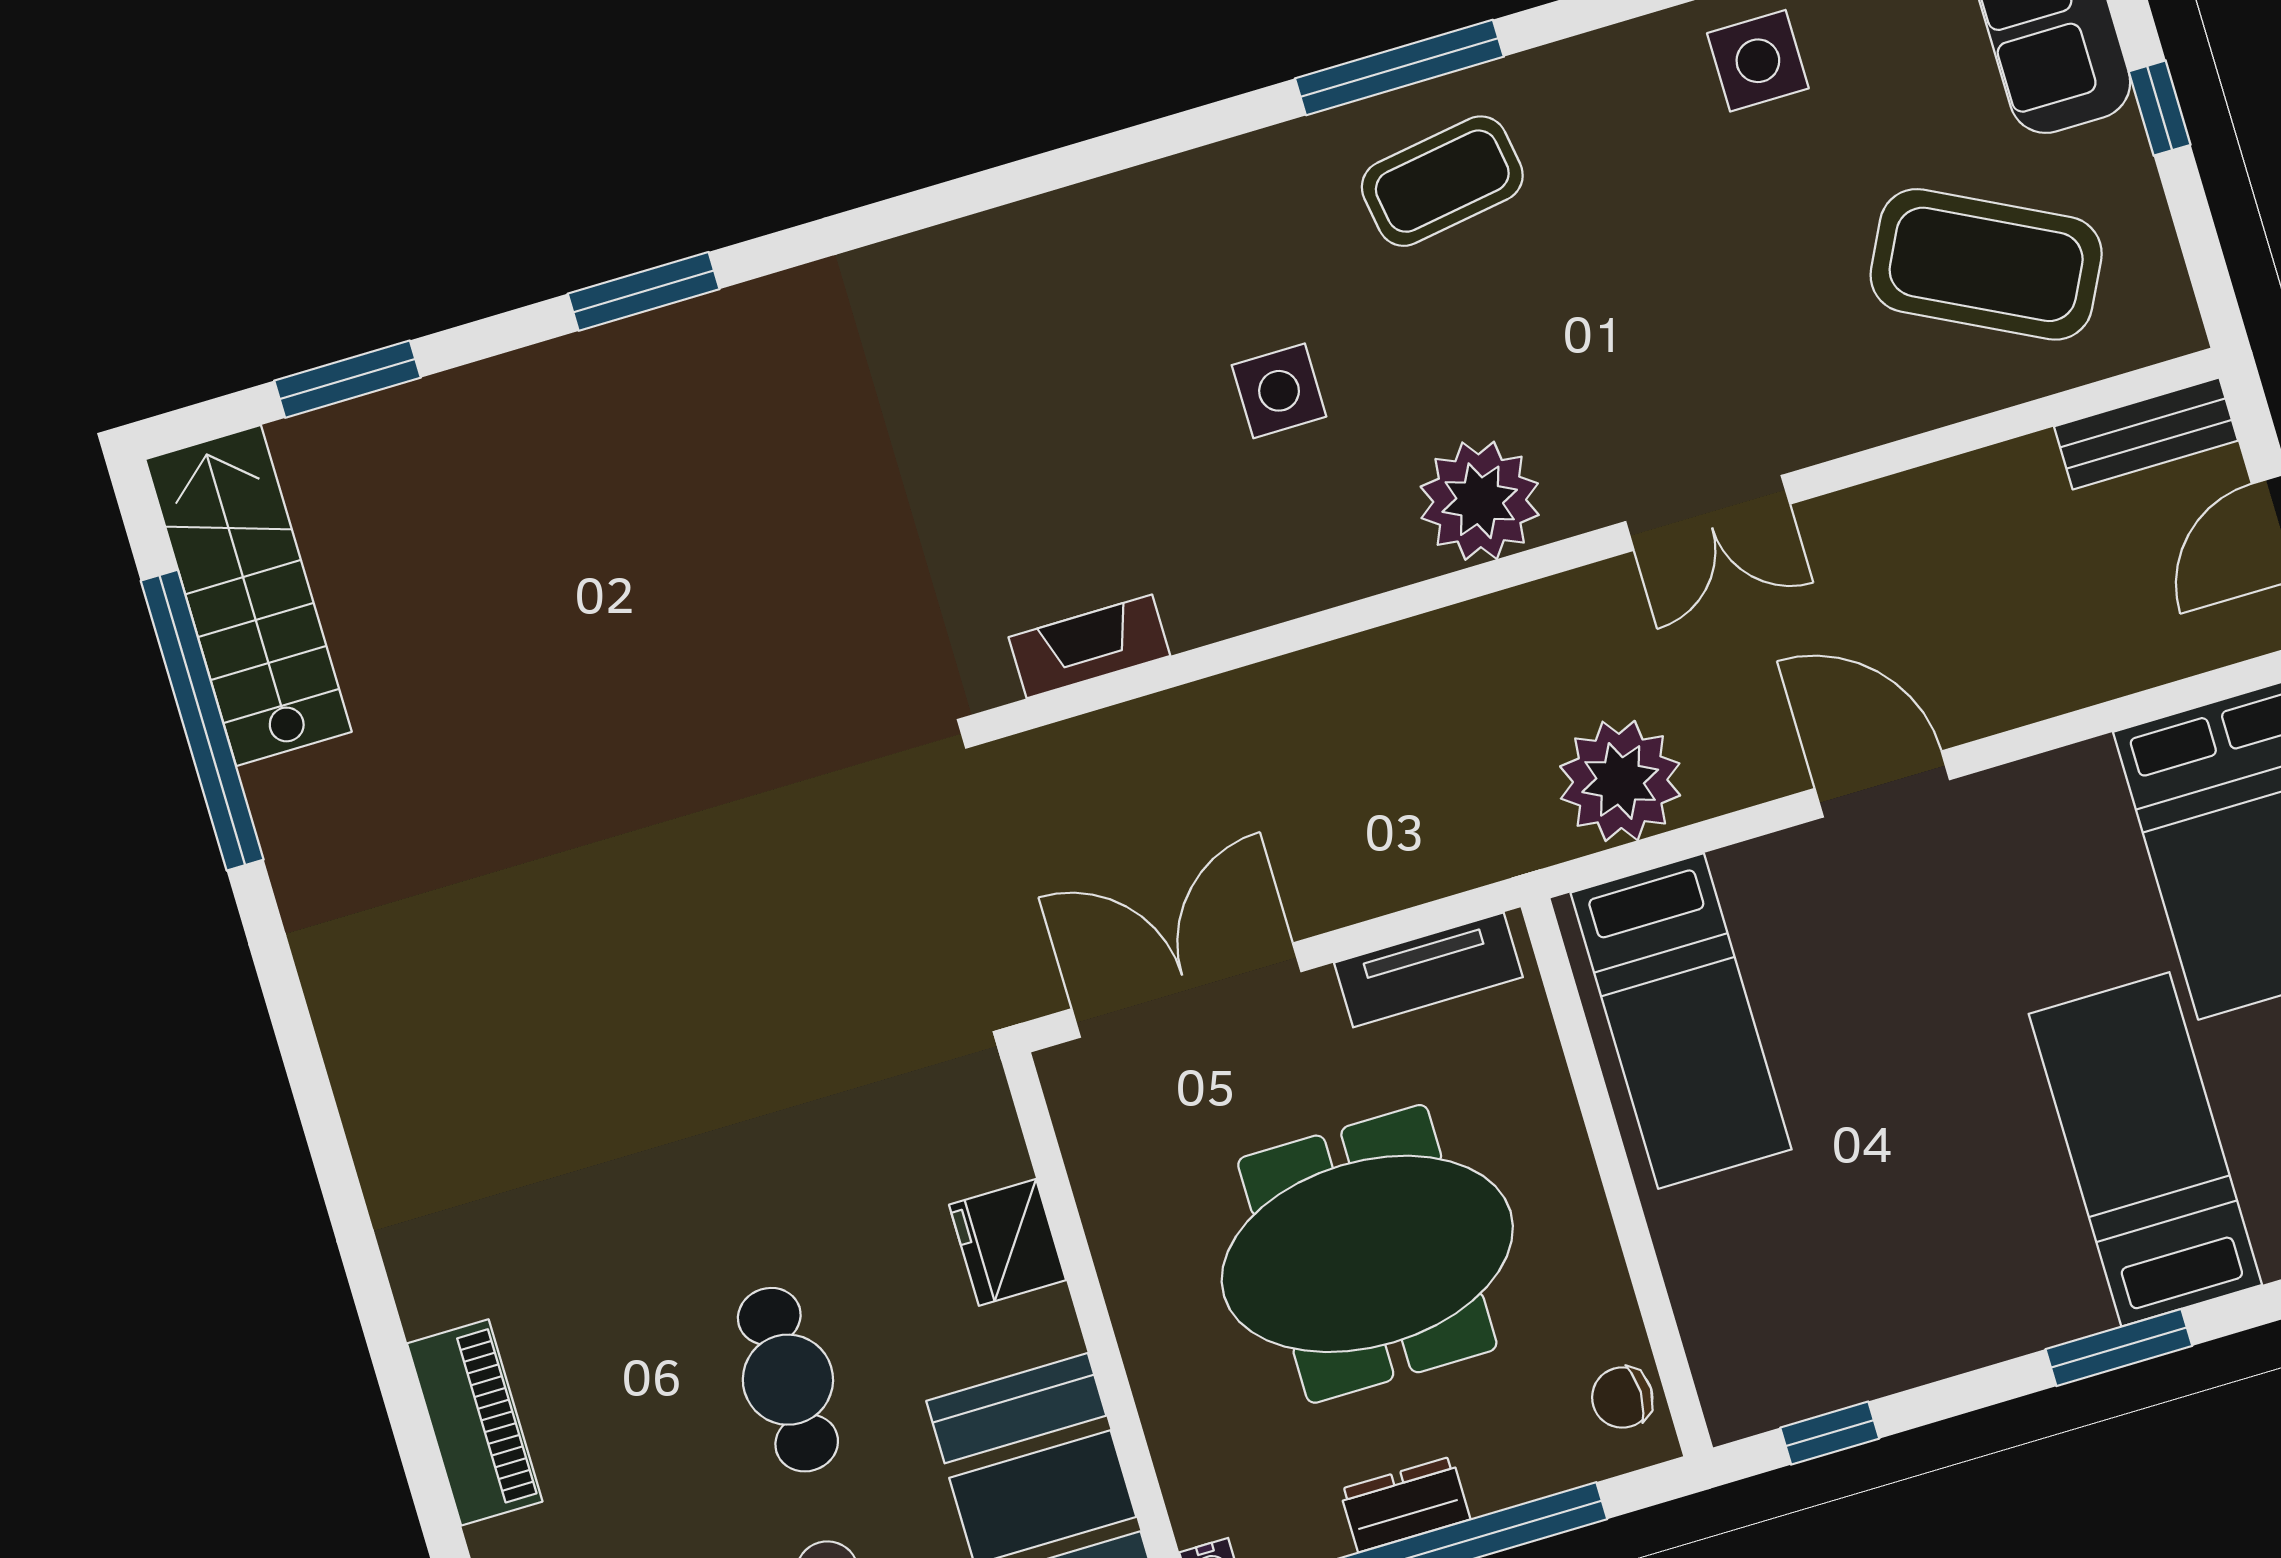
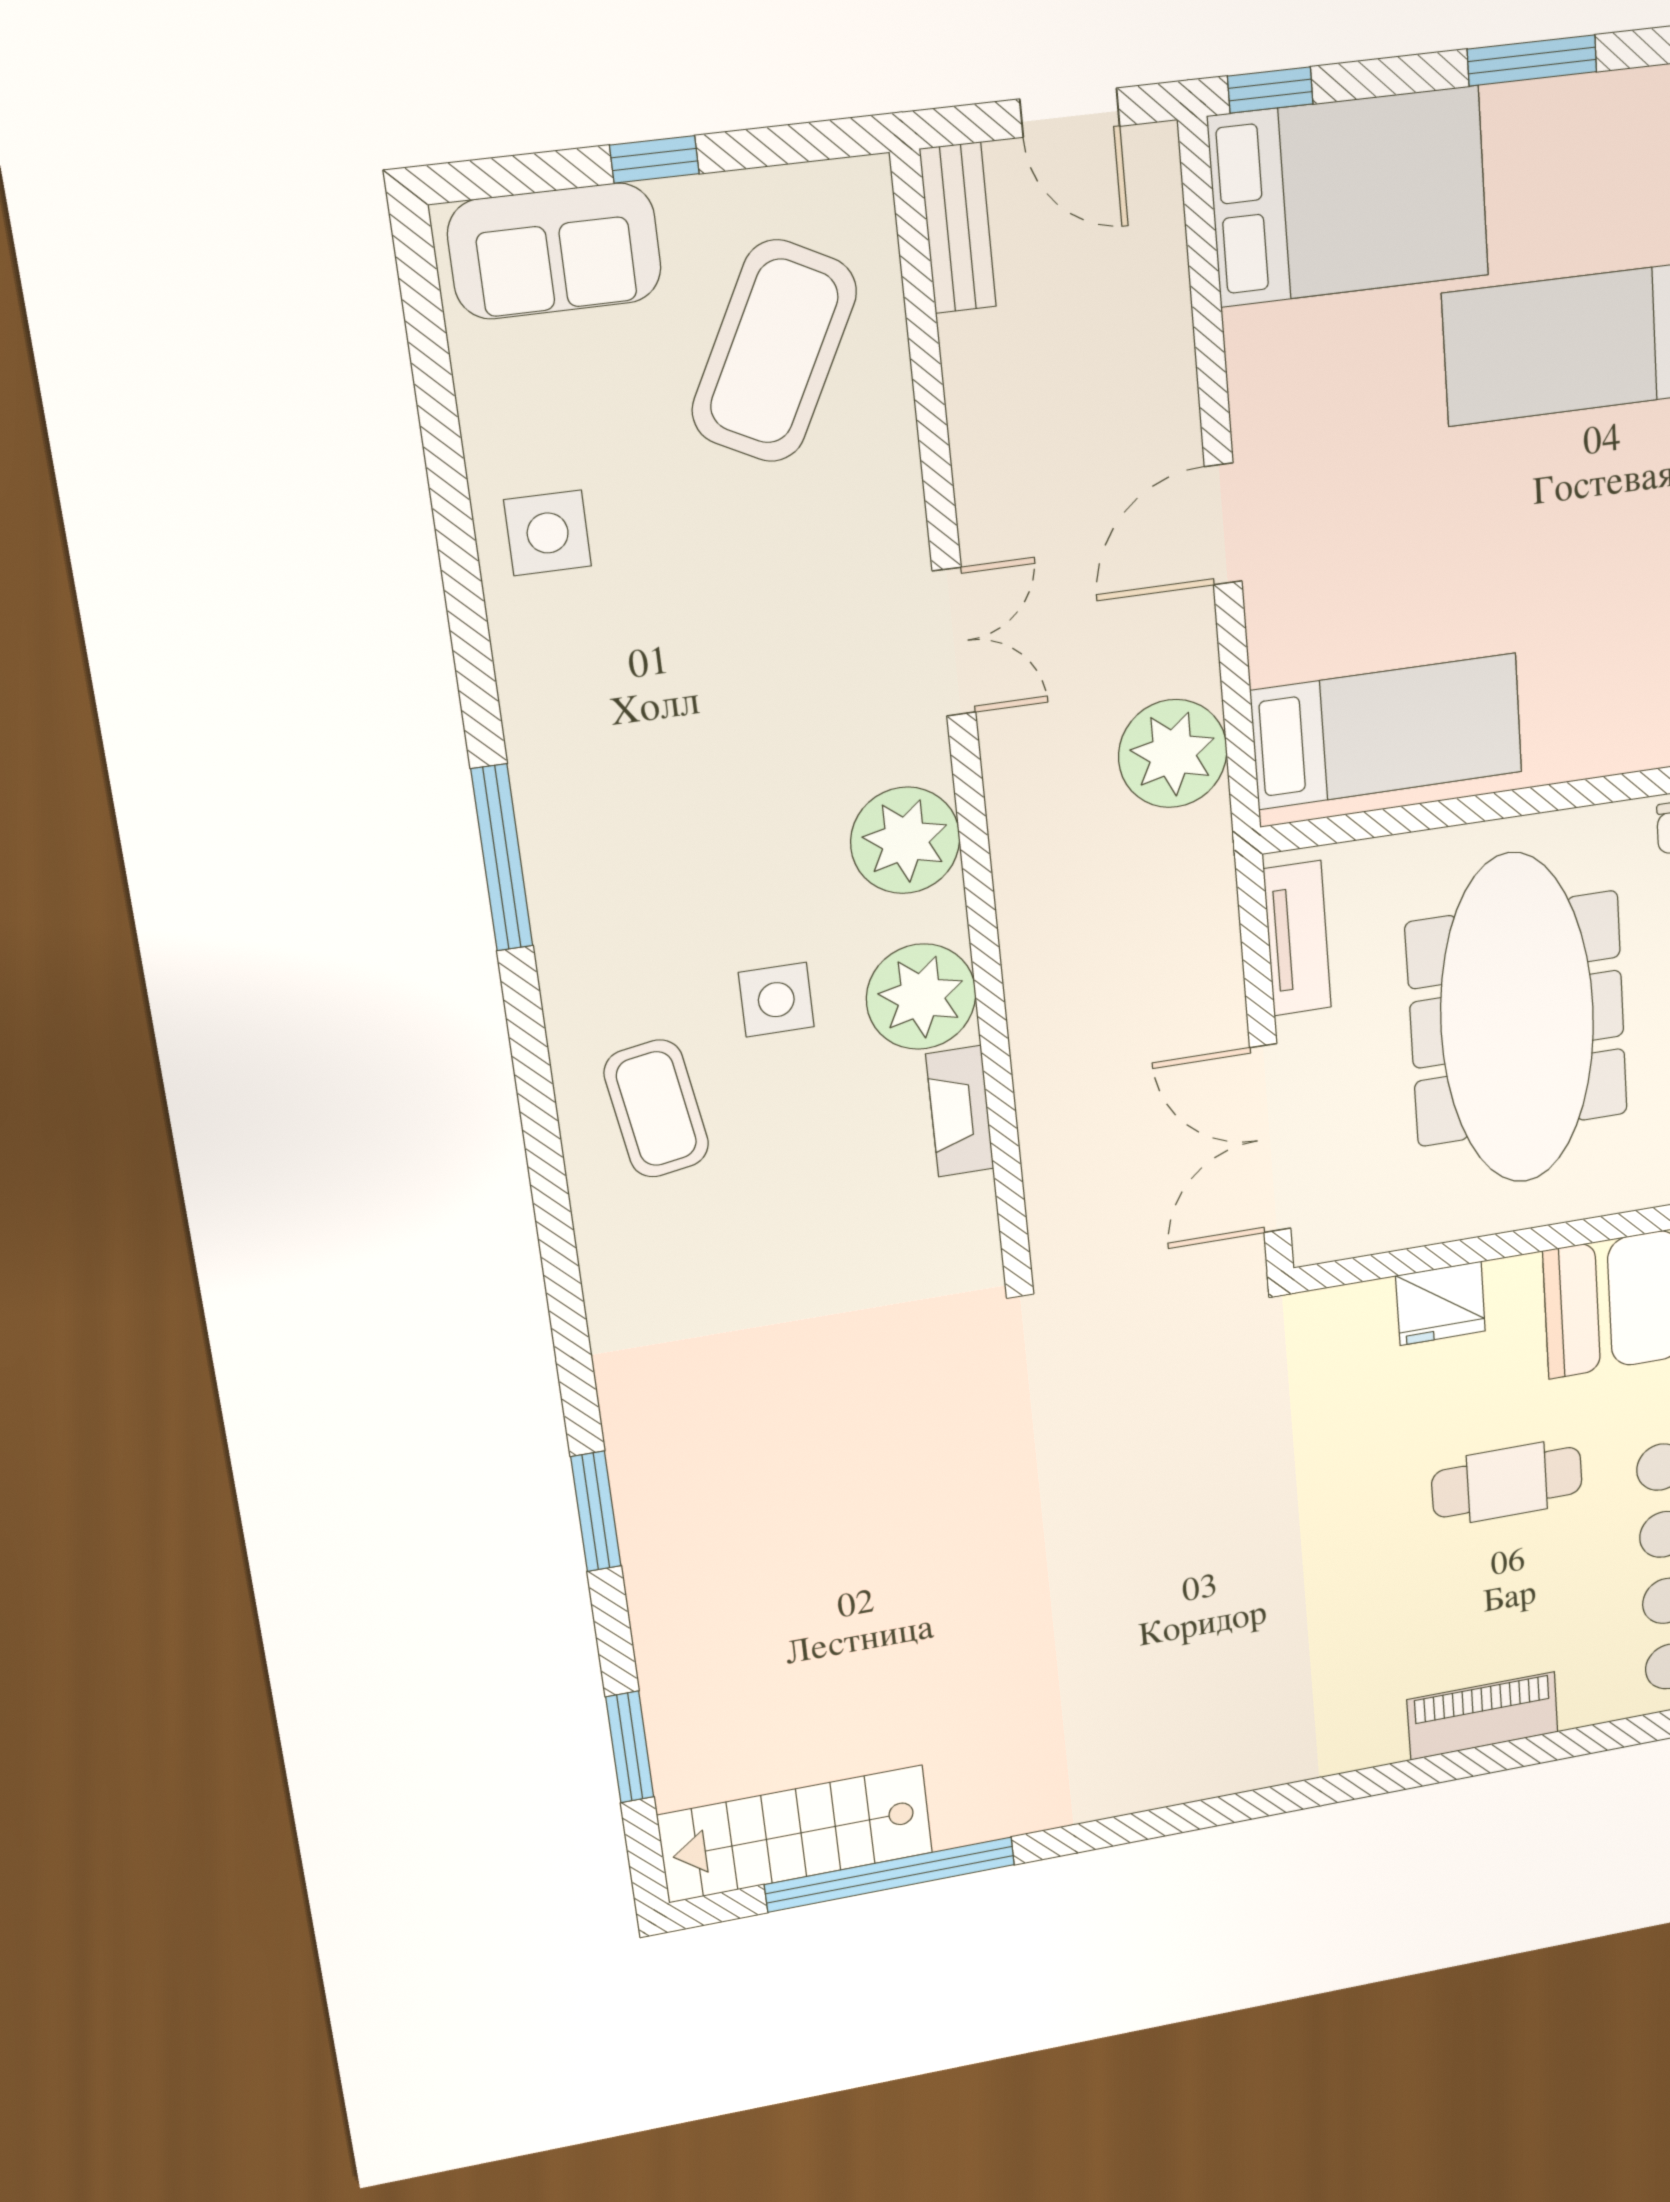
coffee table: (1442, 181) -> (656, 1109), moved
plant: (1304, 552) -> (921, 997), added
fireplace: (1089, 646) -> (960, 1111), moved
meeting table: (1367, 1254) -> (1517, 1019), width x1.36

